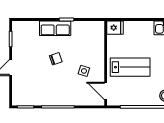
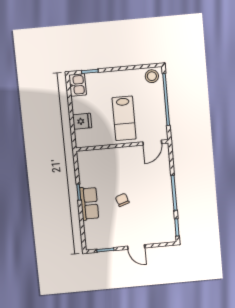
fridge: (115, 28) -> (82, 121), moved, turned 90
lab bench: (130, 67) -> (124, 118), turned 180
side table: (84, 71) -> (133, 168), removed

